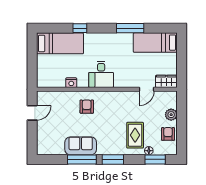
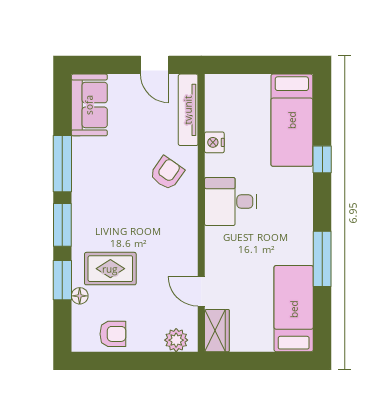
tv unit: (55, 96) -> (188, 110), added
armchair: (87, 107) -> (167, 173), turned -55
plant: (171, 115) -> (176, 340), moved
sofa: (81, 146) -> (89, 105), moved
window: (155, 159) -> (62, 280), moved

